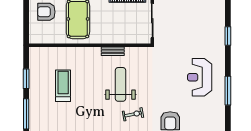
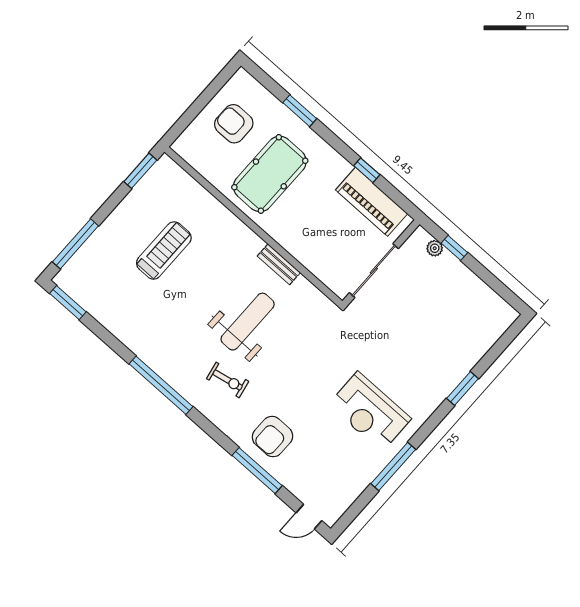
reception desk: (200, 77) -> (370, 412), turned -90
window: (26, 79) -> (140, 171), moved

